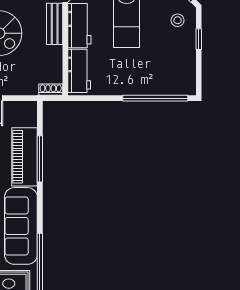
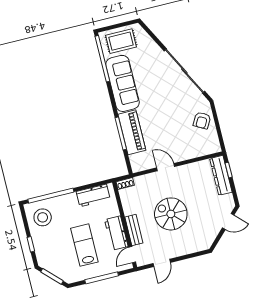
stool: (178, 20) -> (43, 217), moved, width x1.89, depth x1.89
workbench: (79, 71) -> (93, 195), moved, turned -90

